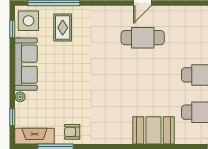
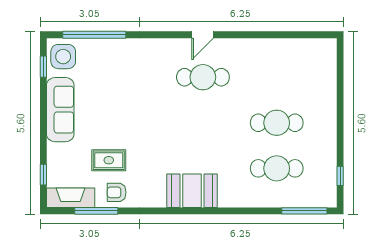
rug: (63, 28) -> (109, 160), moved, turned 90
plant: (20, 97) -> (53, 150), removed
booth: (154, 130) -> (192, 191), moved

